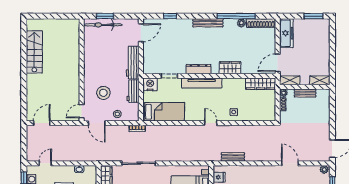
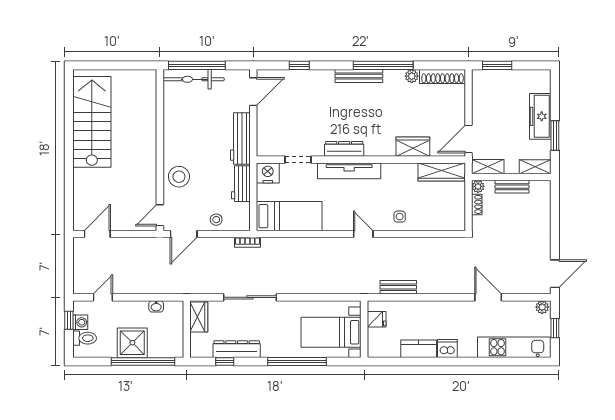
window: (105, 16) -> (197, 65), width x2.11
window: (236, 16) -> (383, 65), moved
window: (314, 16) -> (497, 65), moved
freezer: (286, 33) -> (540, 116), moved, turned 180
stairs: (34, 52) -> (92, 122), width x1.36, depth x1.51
window: (332, 61) -> (555, 135), added
wardrobe: (230, 68) -> (413, 147), moved
stool: (103, 93) -> (179, 177), moved
door: (97, 123) -> (184, 234), hinge flipped

